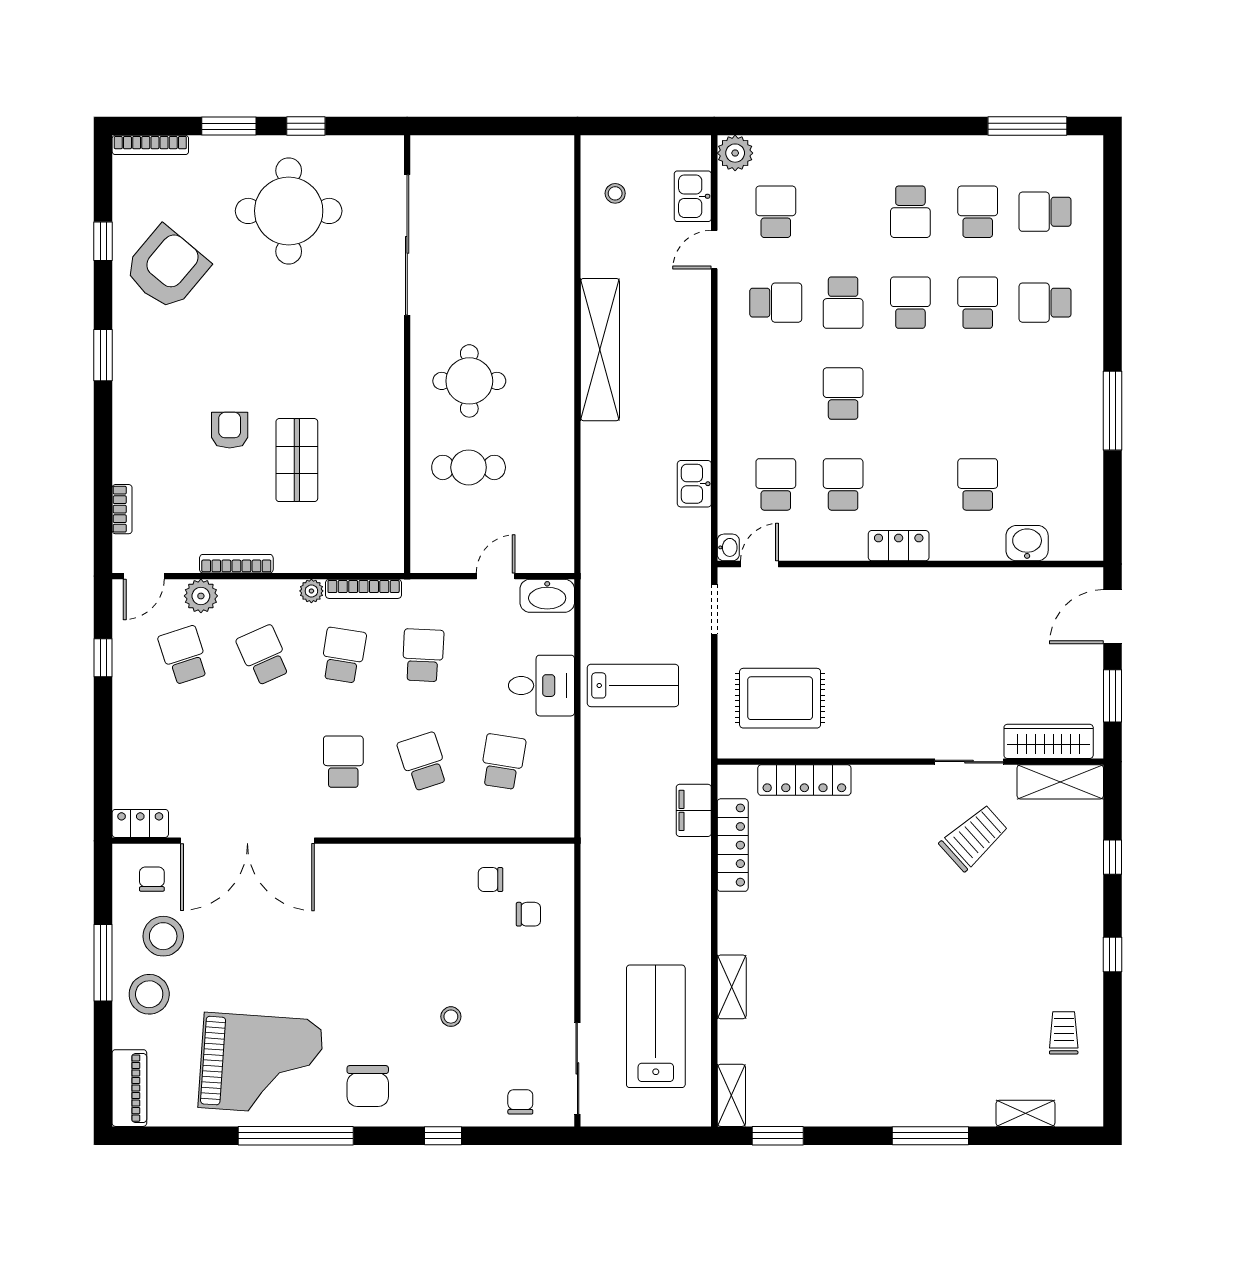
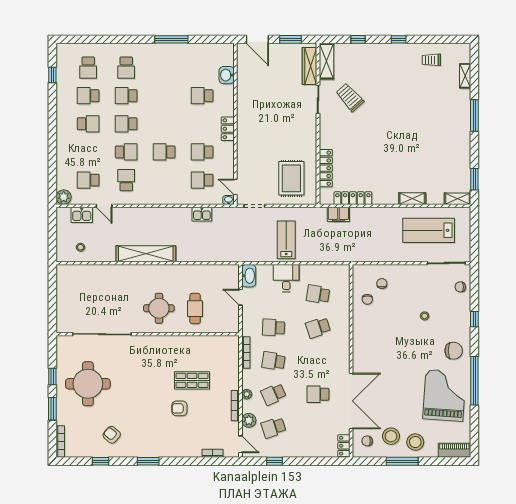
window: (1027, 126) -> (52, 75), width x0.46
armchair: (167, 268) -> (112, 435), width x0.53, depth x0.53
plant: (311, 591) -> (247, 394), moved
school desk: (343, 762) -> (318, 394), moved

